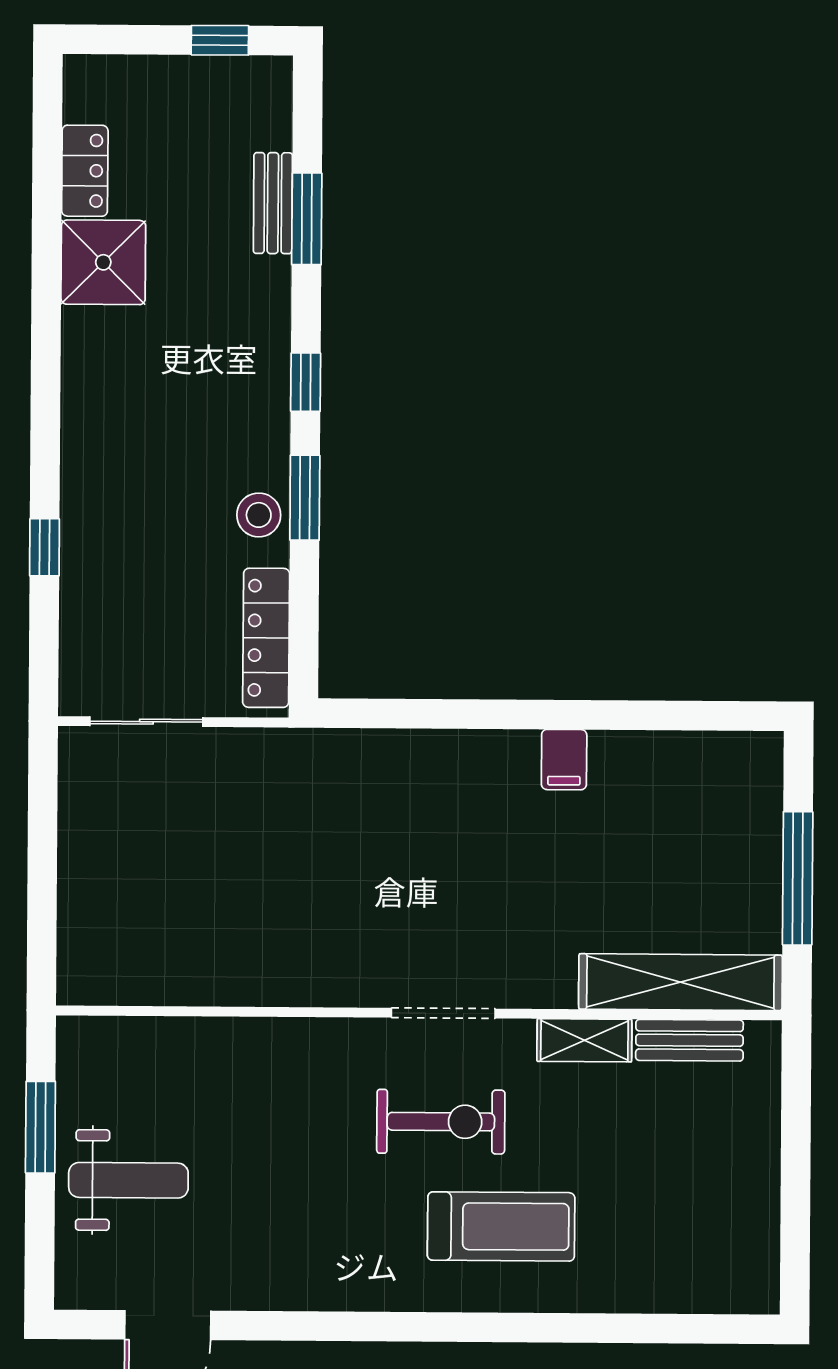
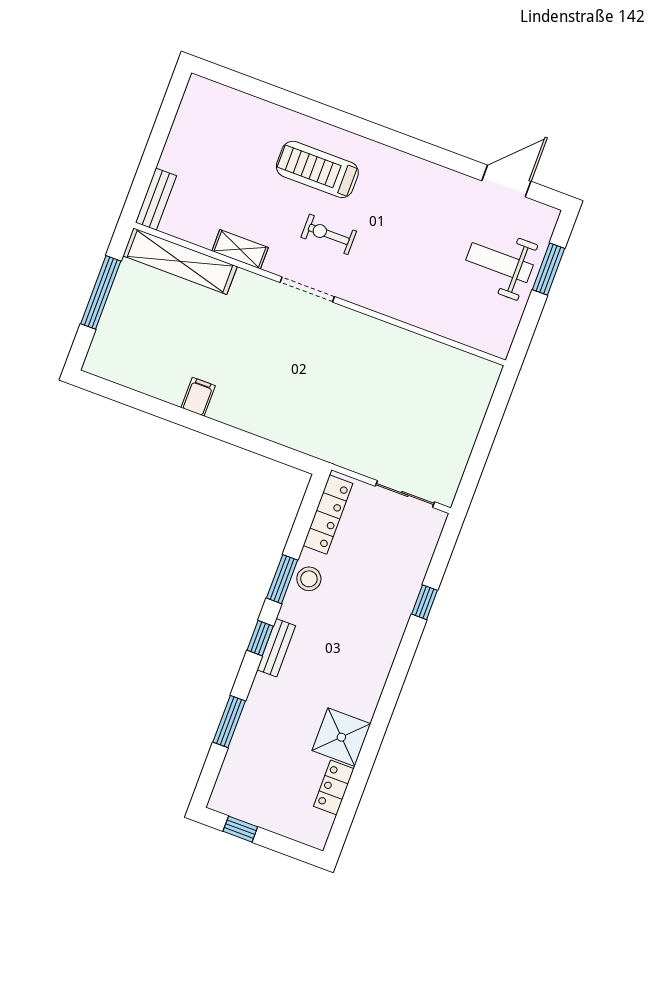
bench: (273, 203) -> (276, 648), moved
bench: (689, 1040) -> (156, 199), moved, turned 90
exercise bike: (441, 1122) -> (329, 234), width x0.73, depth x0.72
window: (40, 1127) -> (548, 269), moved

